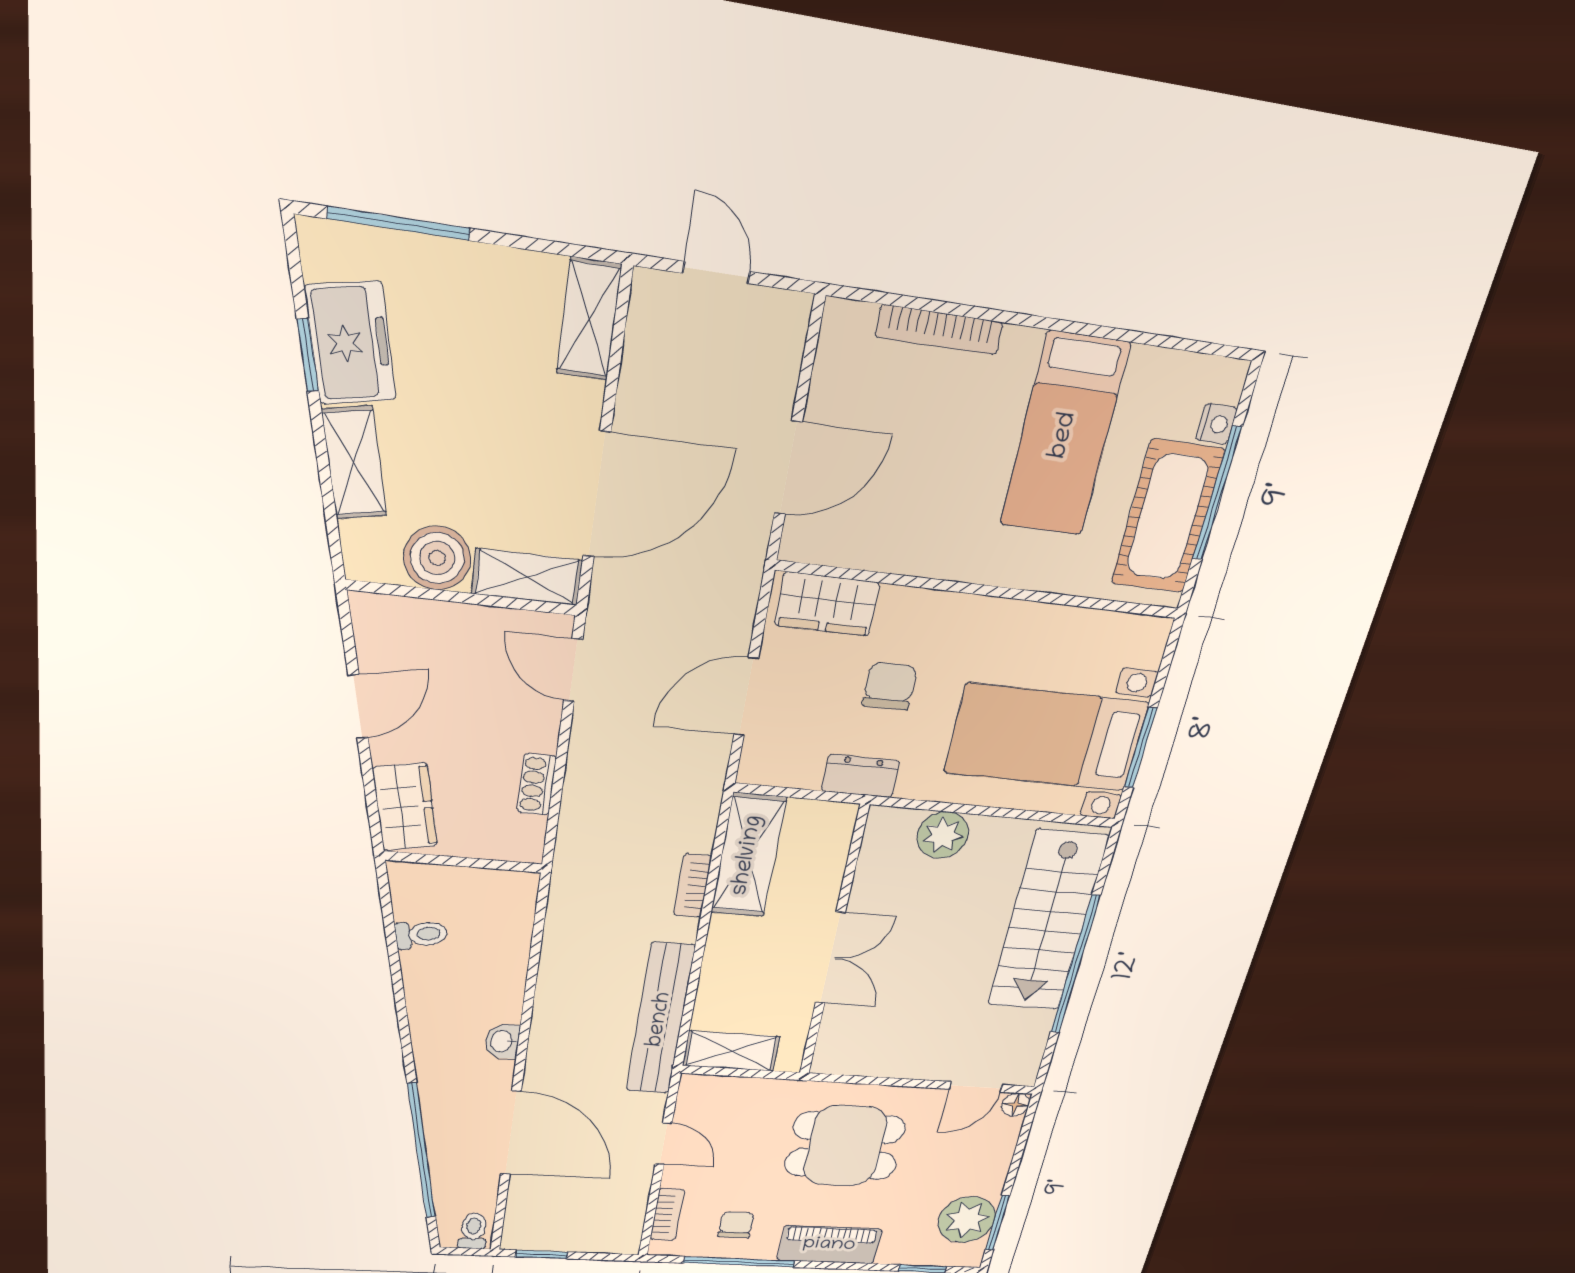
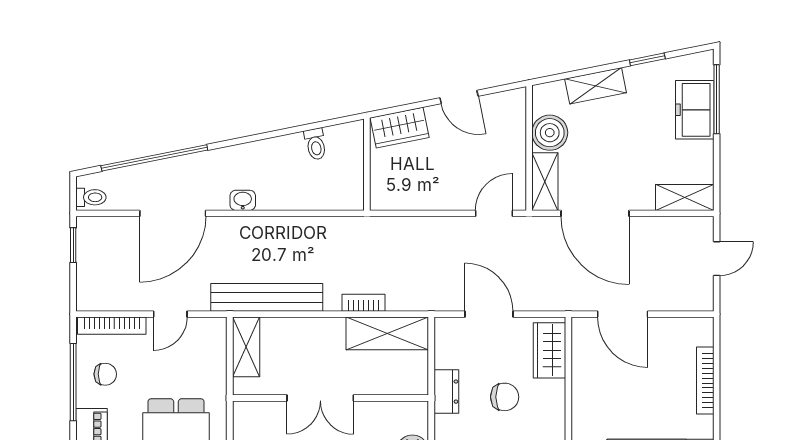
freezer: (351, 343) -> (695, 110), moved, turned 101
shoe rack: (537, 784) -> (421, 201), removed
bookcase: (667, 1214) -> (112, 326), width x1.56

